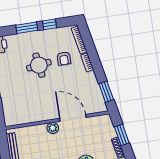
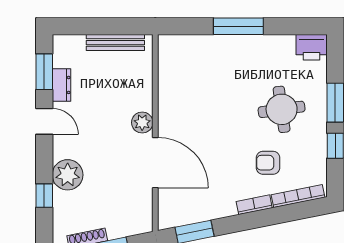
round table: (39, 65) -> (282, 109), moved
door: (73, 118) -> (155, 163), hinge flipped

